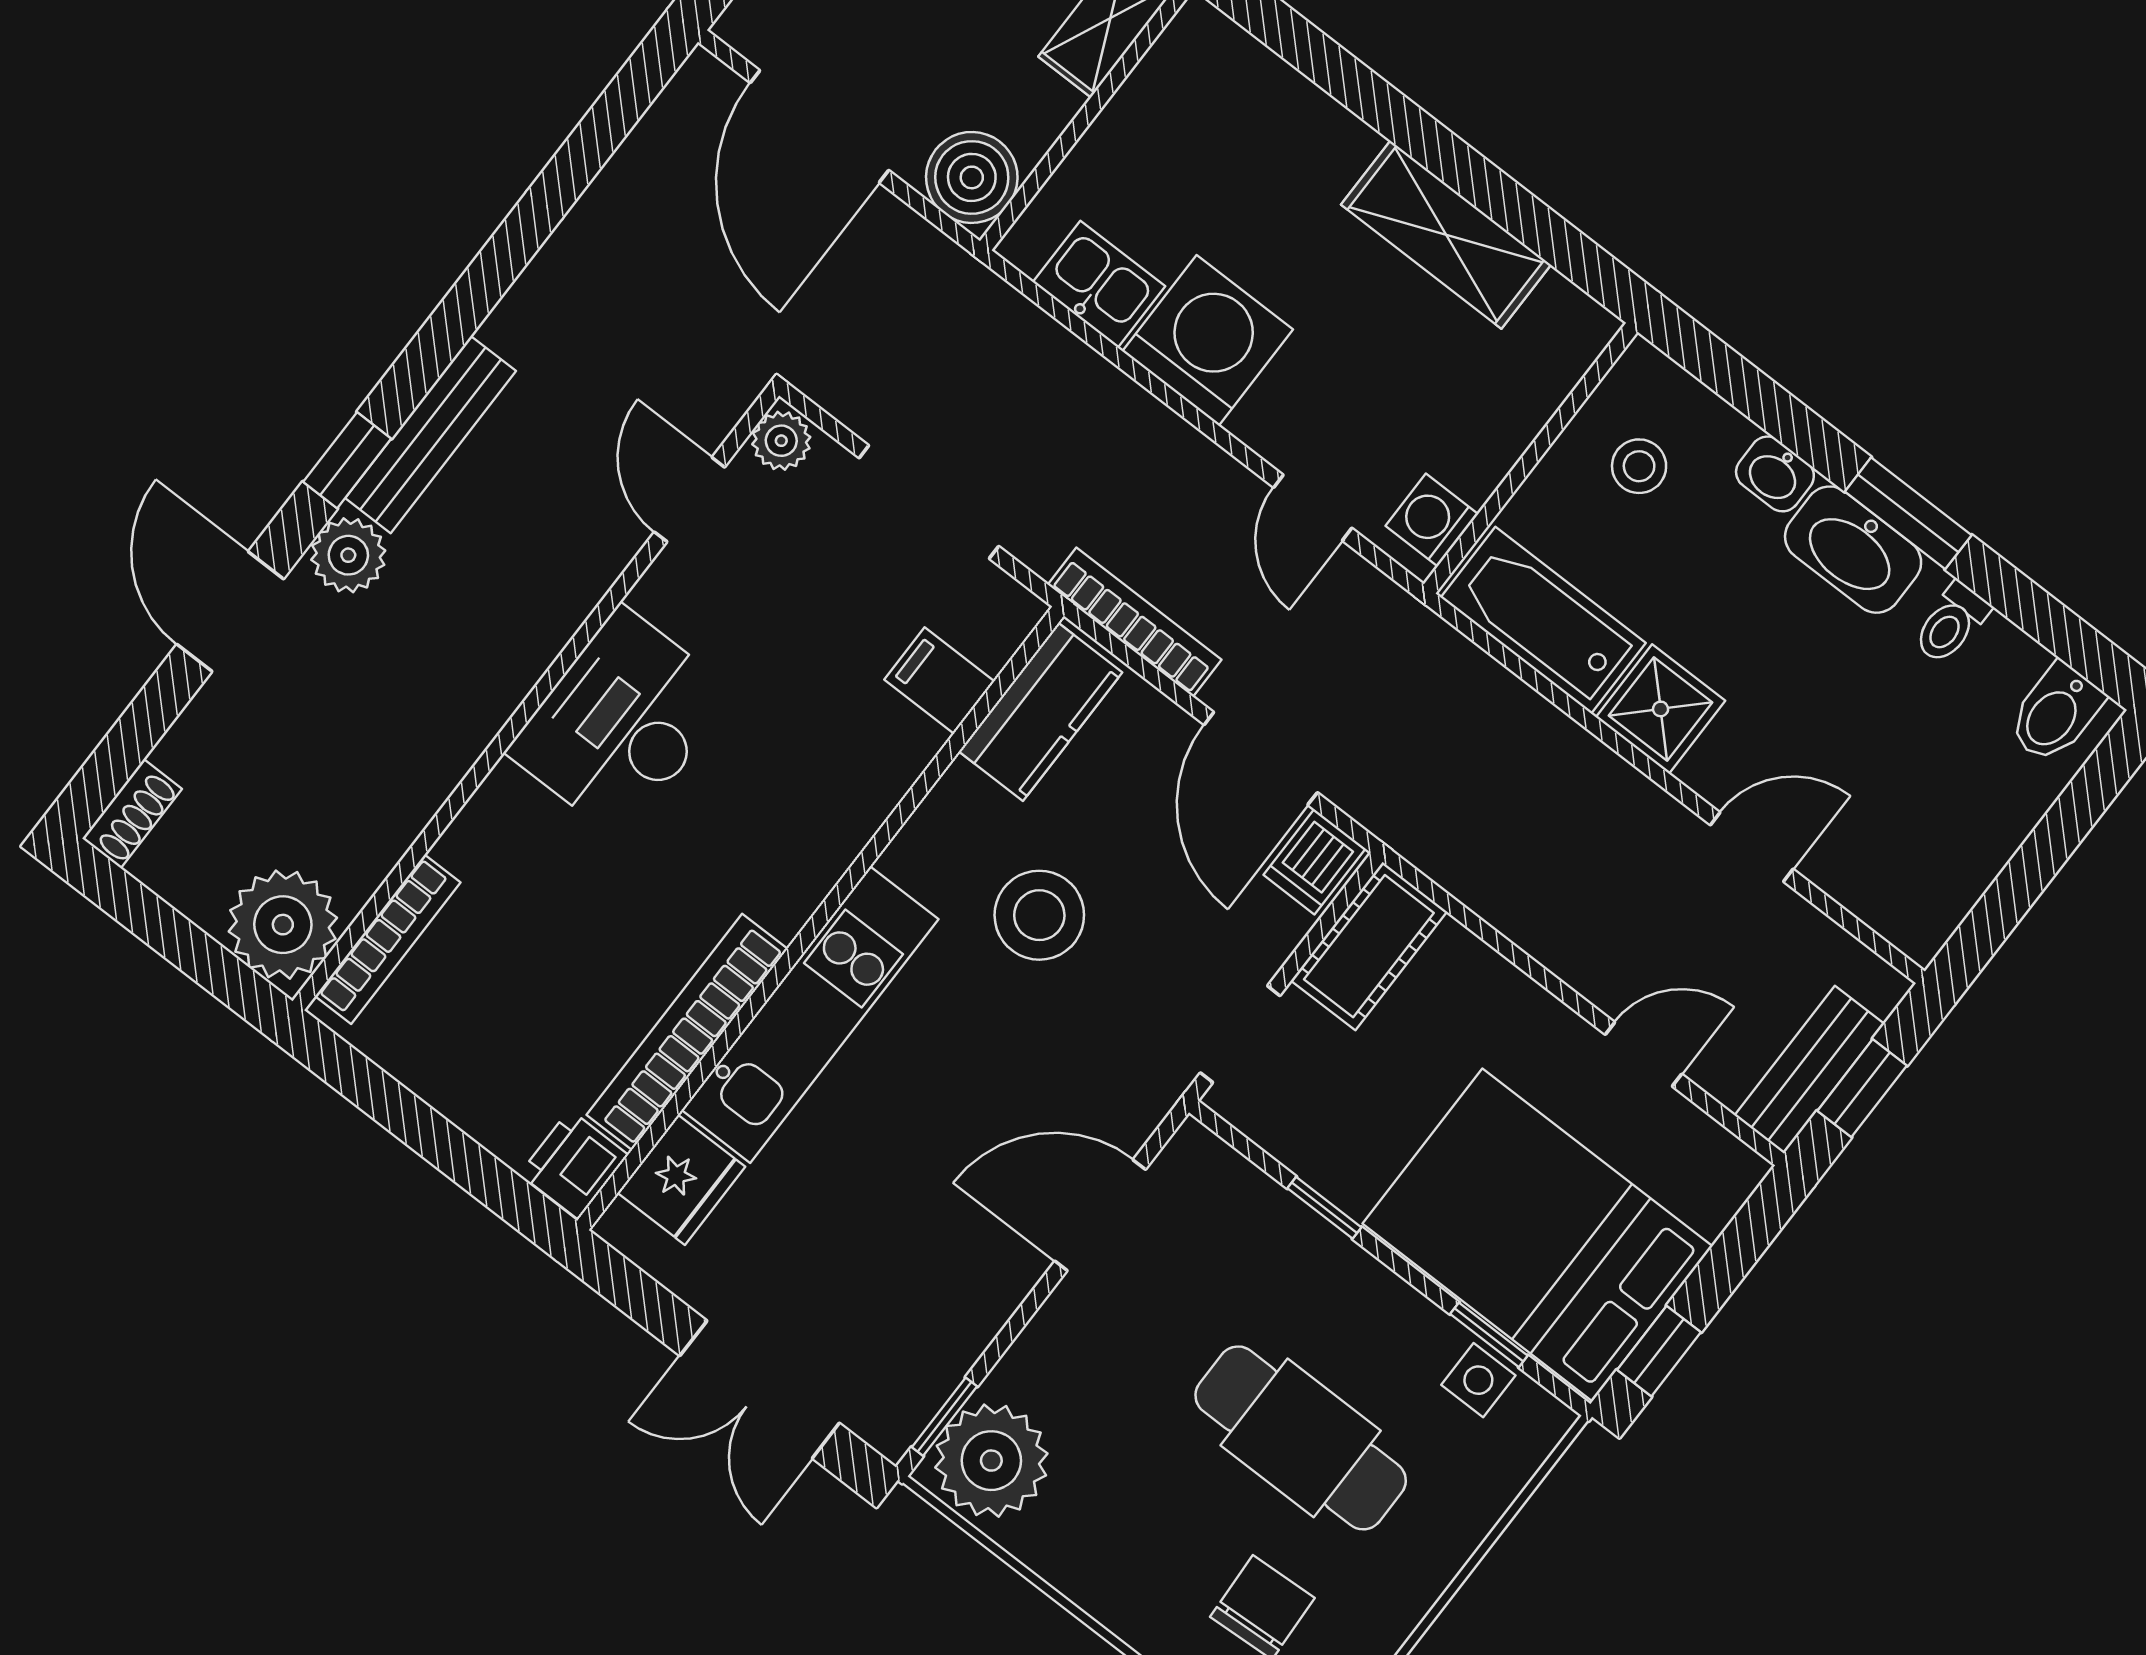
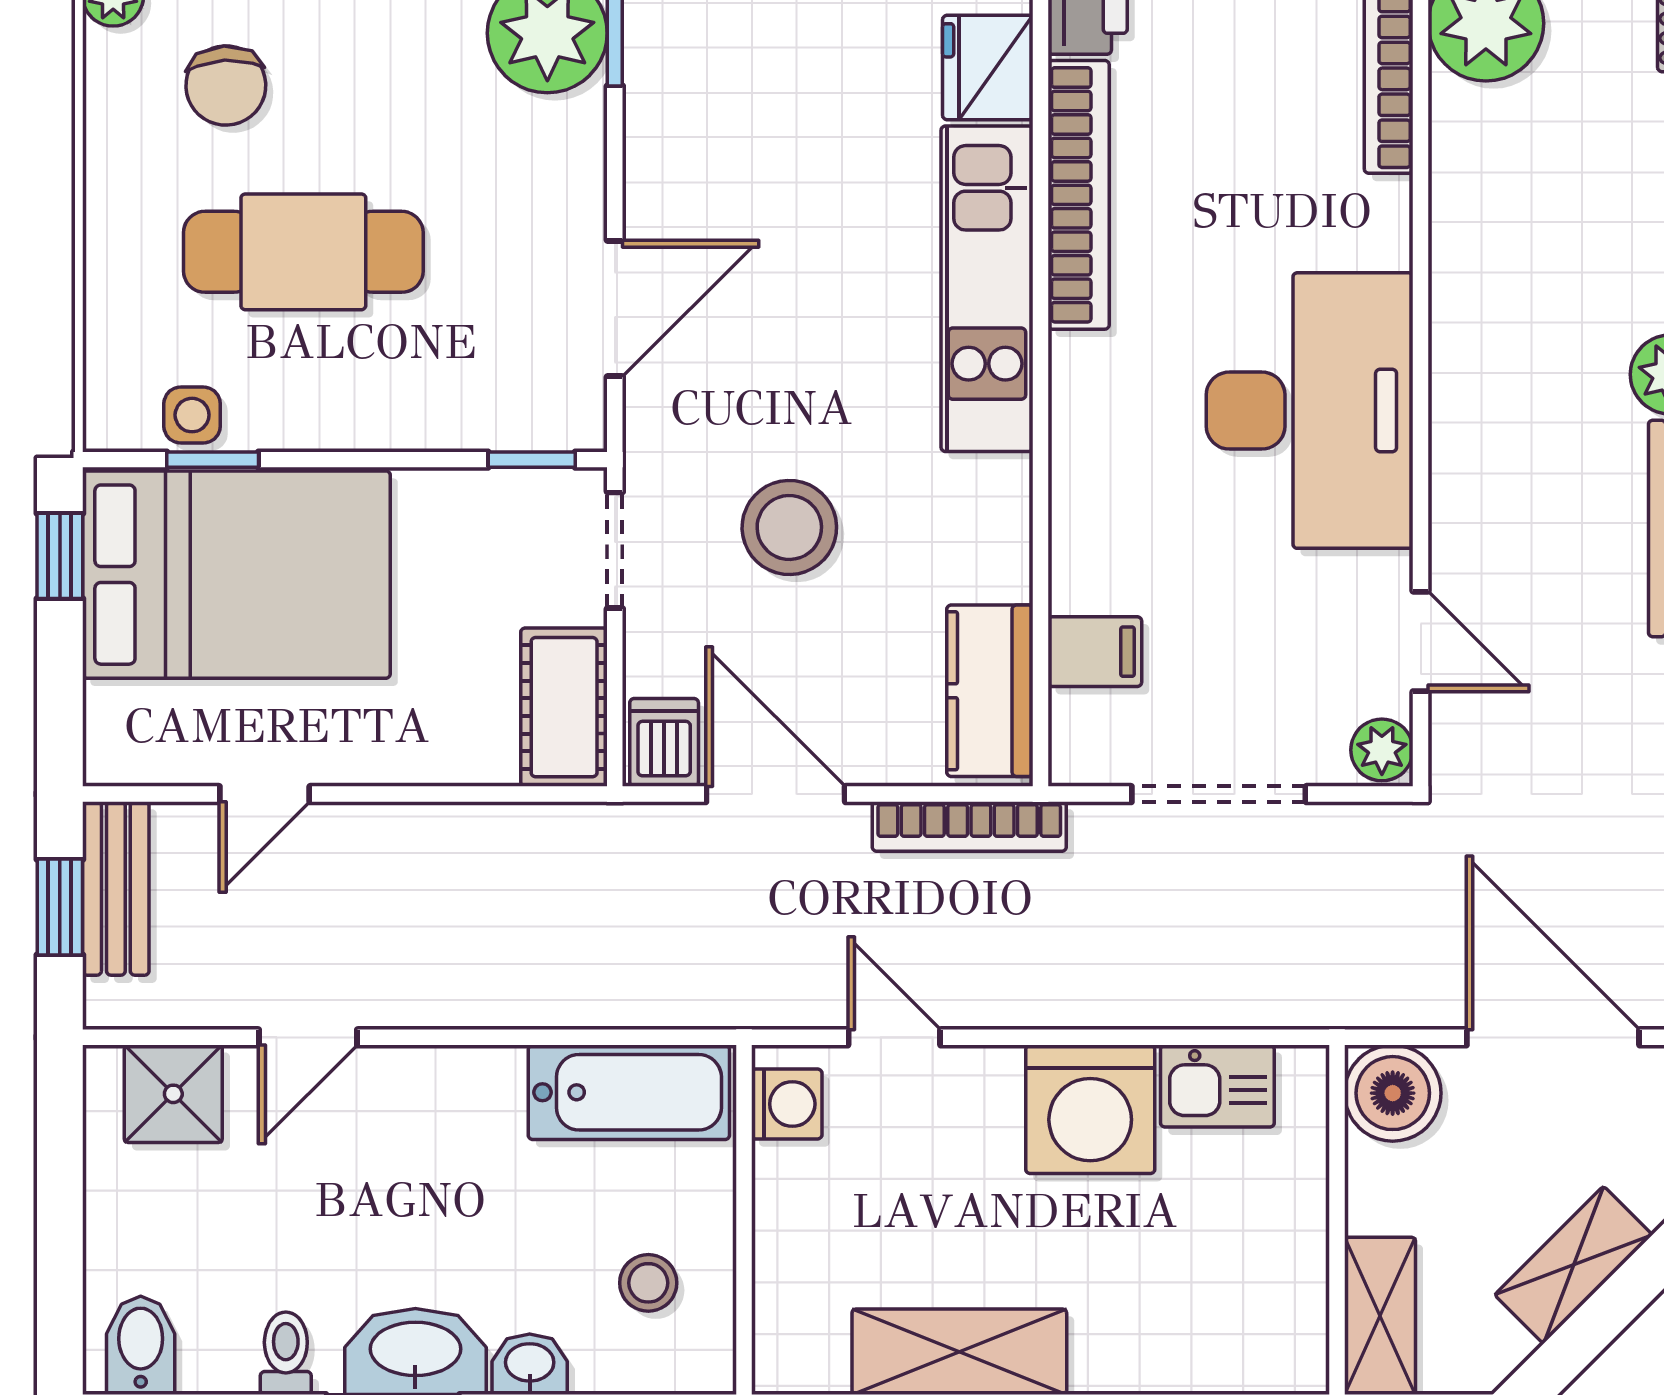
shower: (1661, 709) -> (173, 1094), moved
desk: (621, 723) -> (1310, 411), width x1.36, depth x1.30
stool: (1039, 915) -> (789, 527), moved
window: (1324, 1208) -> (532, 460), moved

